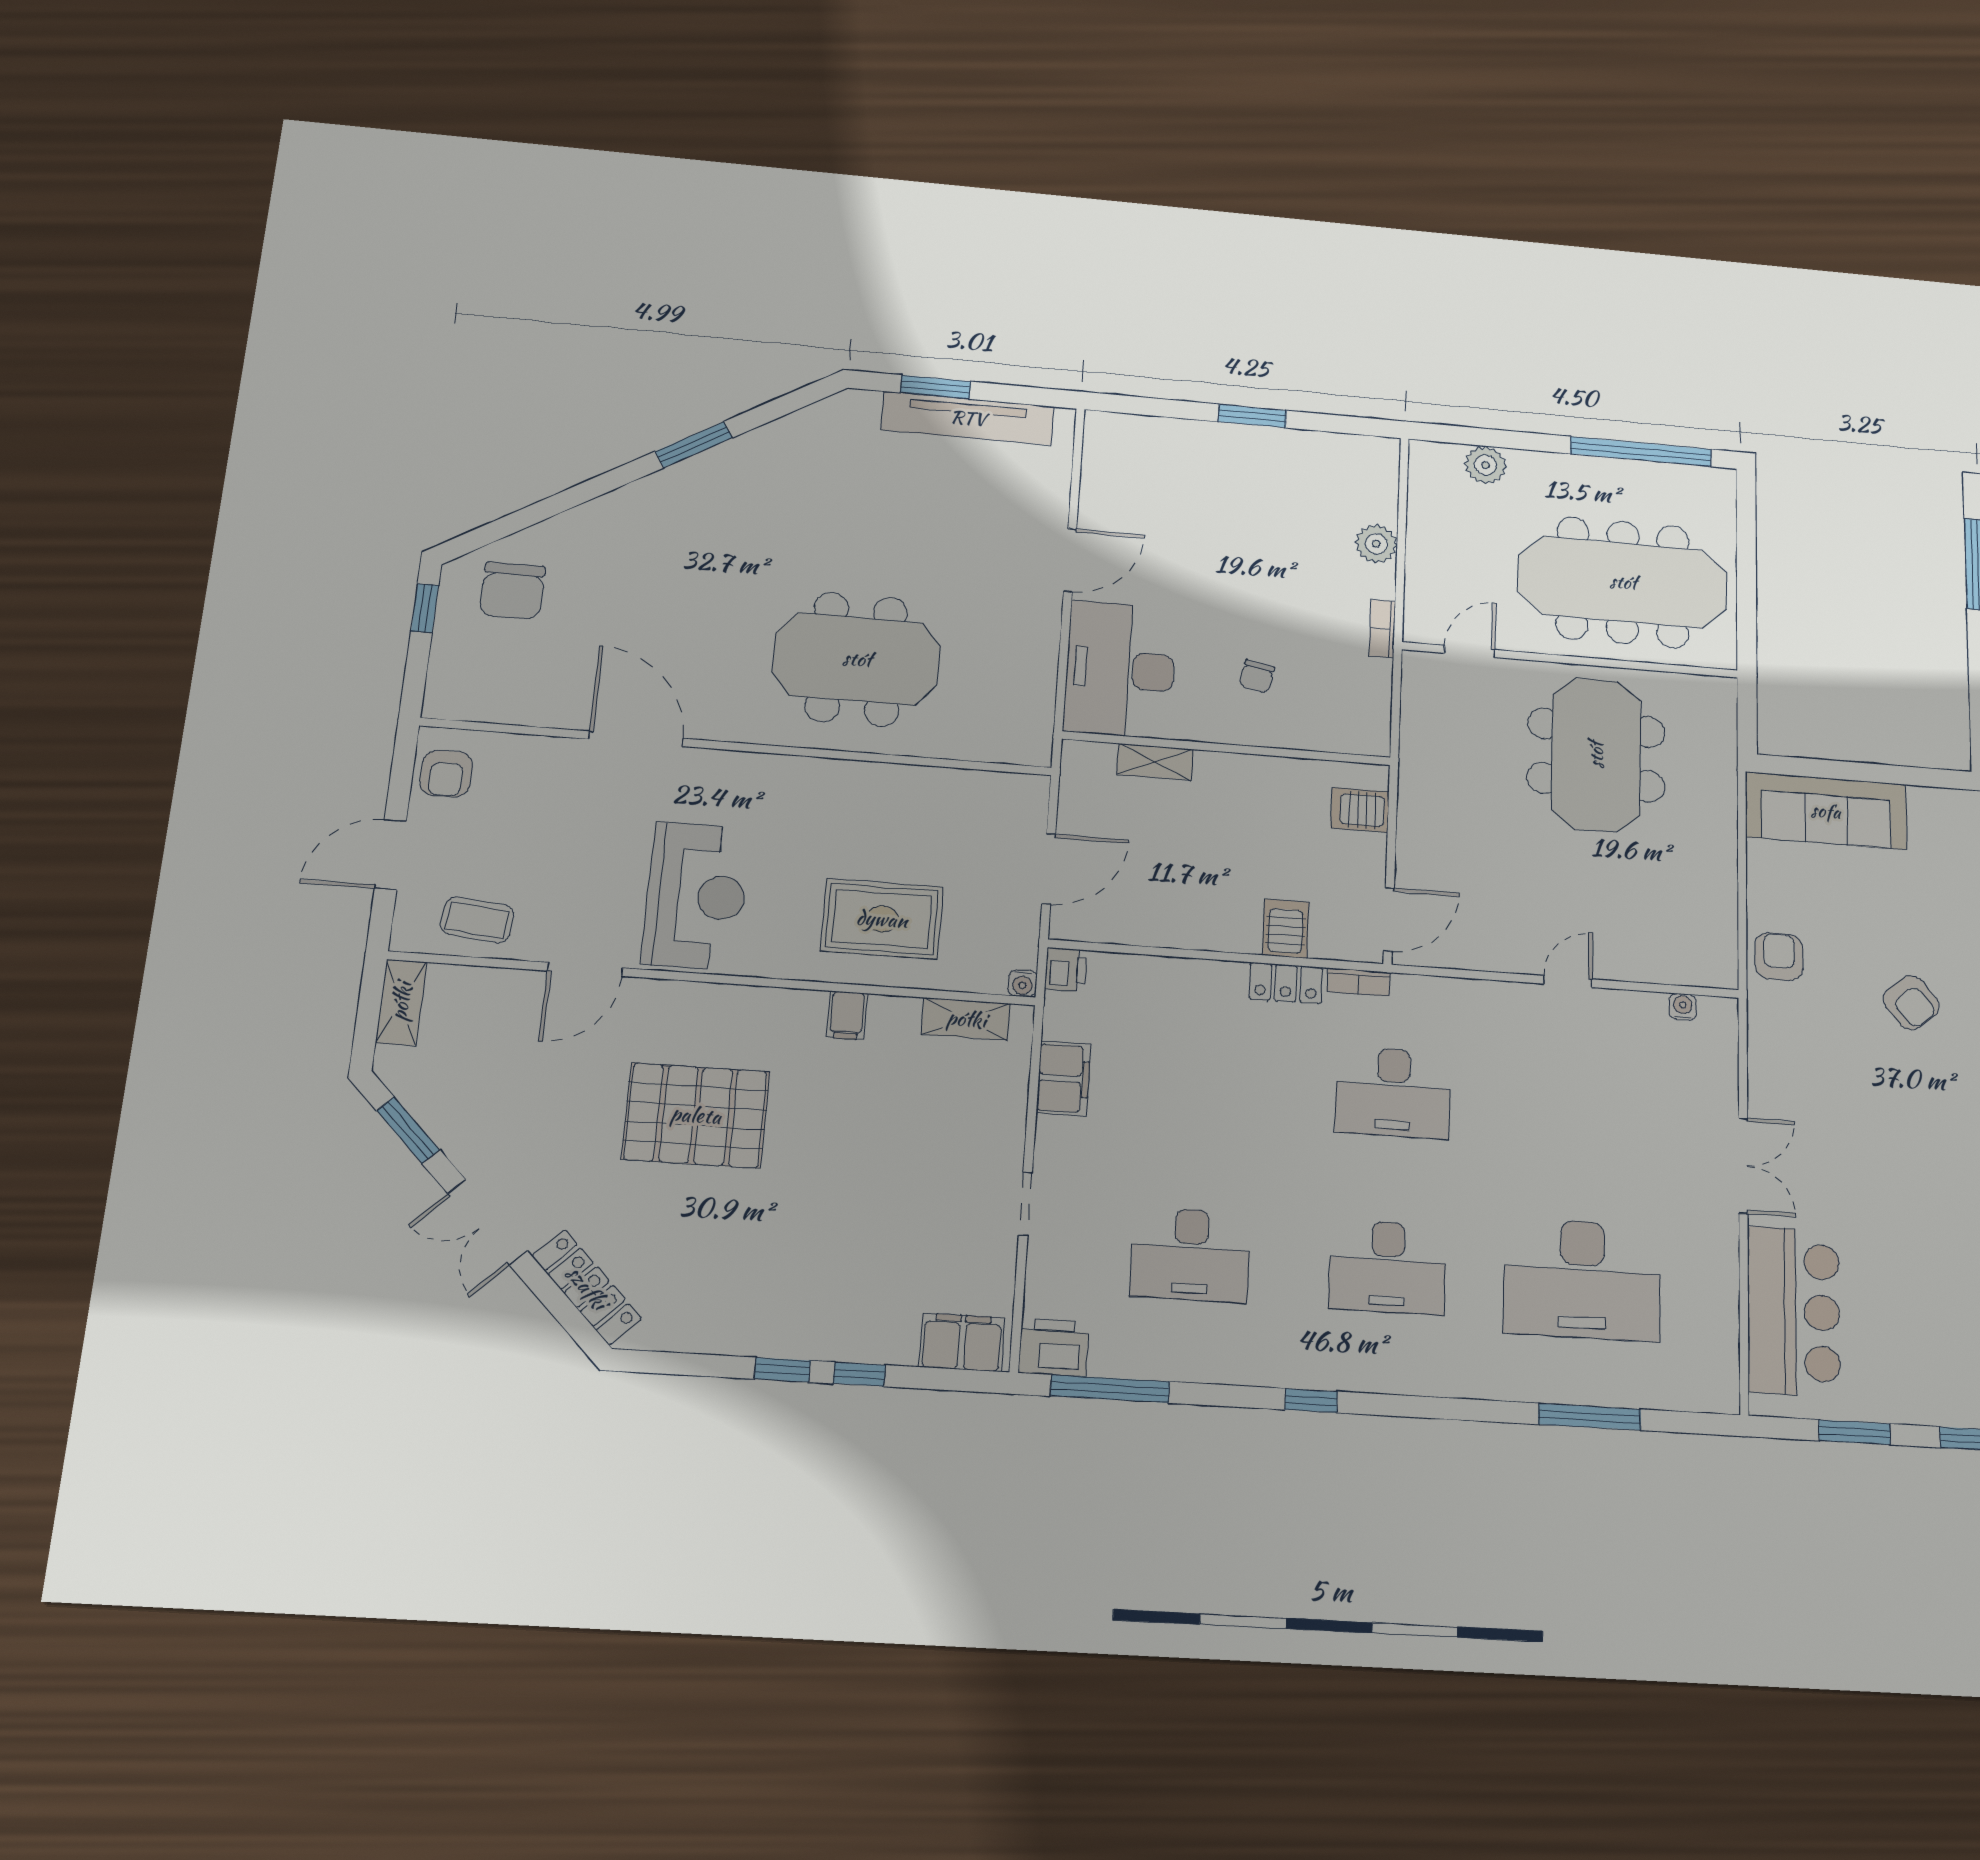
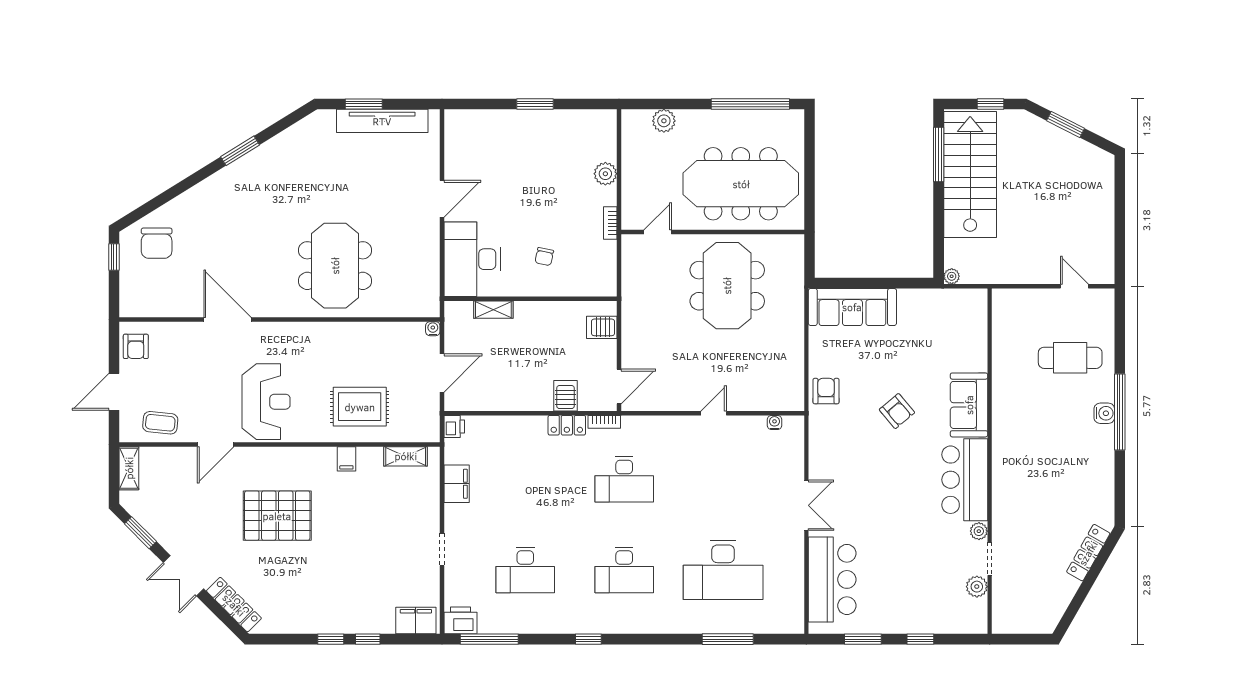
meeting table: (857, 659) -> (335, 266), turned 90
water cooler: (1023, 983) -> (433, 329), moved, turned 180

